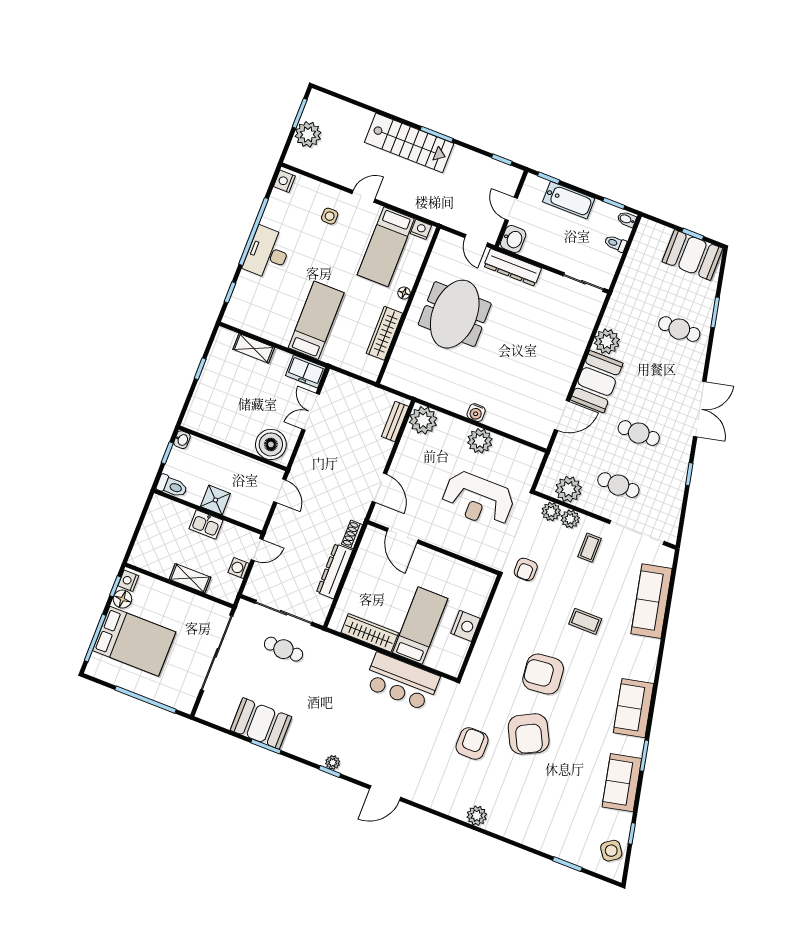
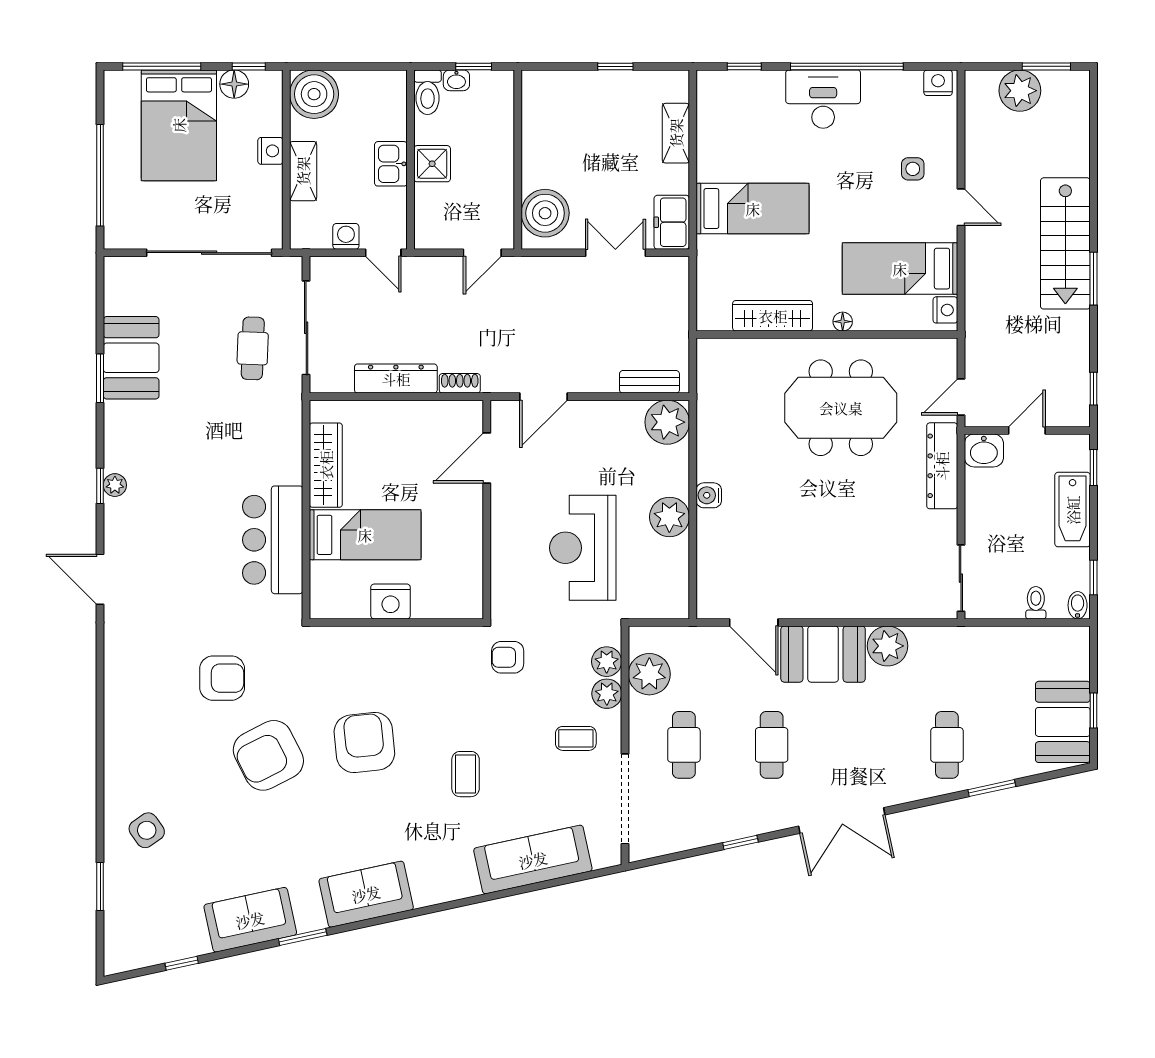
washbasin: (182, 440) -> (456, 80), moved
boiler: (147, 554) -> (314, 94), added
nightstand: (128, 581) -> (270, 151), moved, turned 90
plant: (477, 816) -> (119, 726), removed
side table: (611, 851) -> (147, 830), moved

